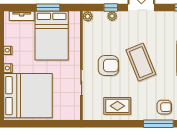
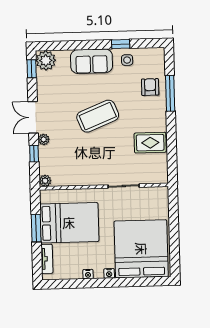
plant: (112, 16) -> (44, 139), moved
armchair: (108, 66) -> (103, 154), removed
rug: (117, 106) -> (150, 143), turned 90

